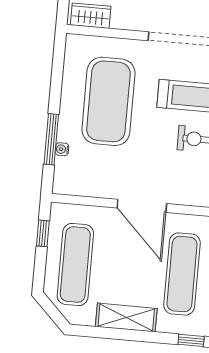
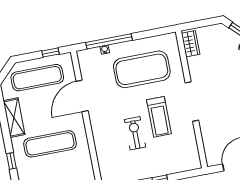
window: (51, 139) -> (109, 41), width x1.46
door: (142, 206) -> (82, 96), moved

